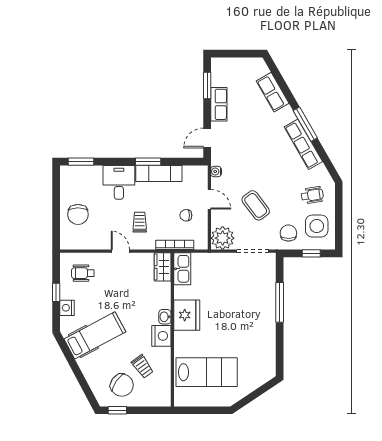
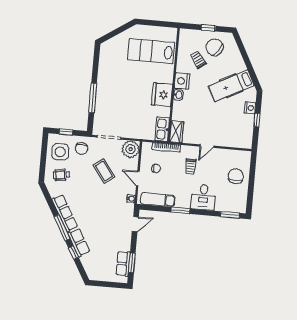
row of seats: (273, 92) -> (79, 242), moved
window: (287, 92) -> (74, 253), added
row of seats: (219, 104) -> (123, 264), moved
exam couch: (159, 173) -> (158, 200), moved
door: (120, 251) -> (207, 146), hinge flipped
wheelchair: (83, 273) -> (236, 132), removed
window: (117, 410) -> (208, 28), moved

